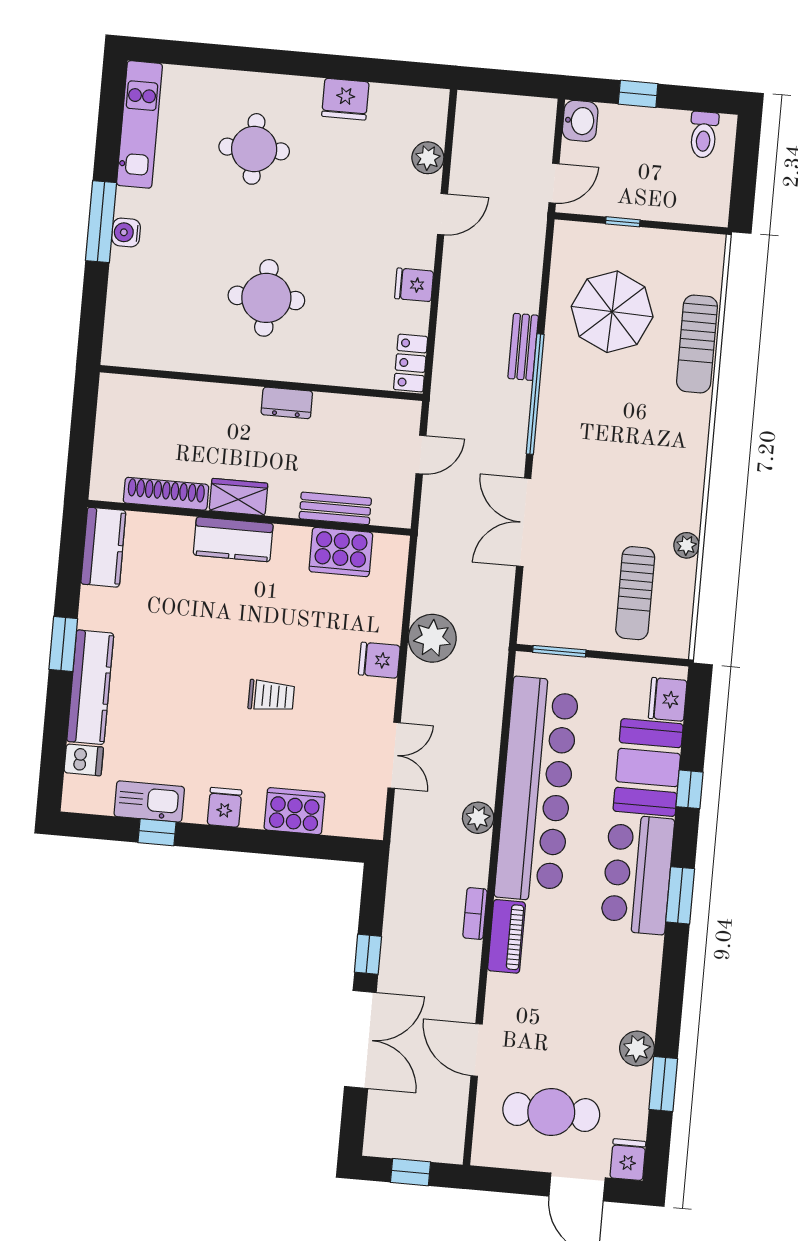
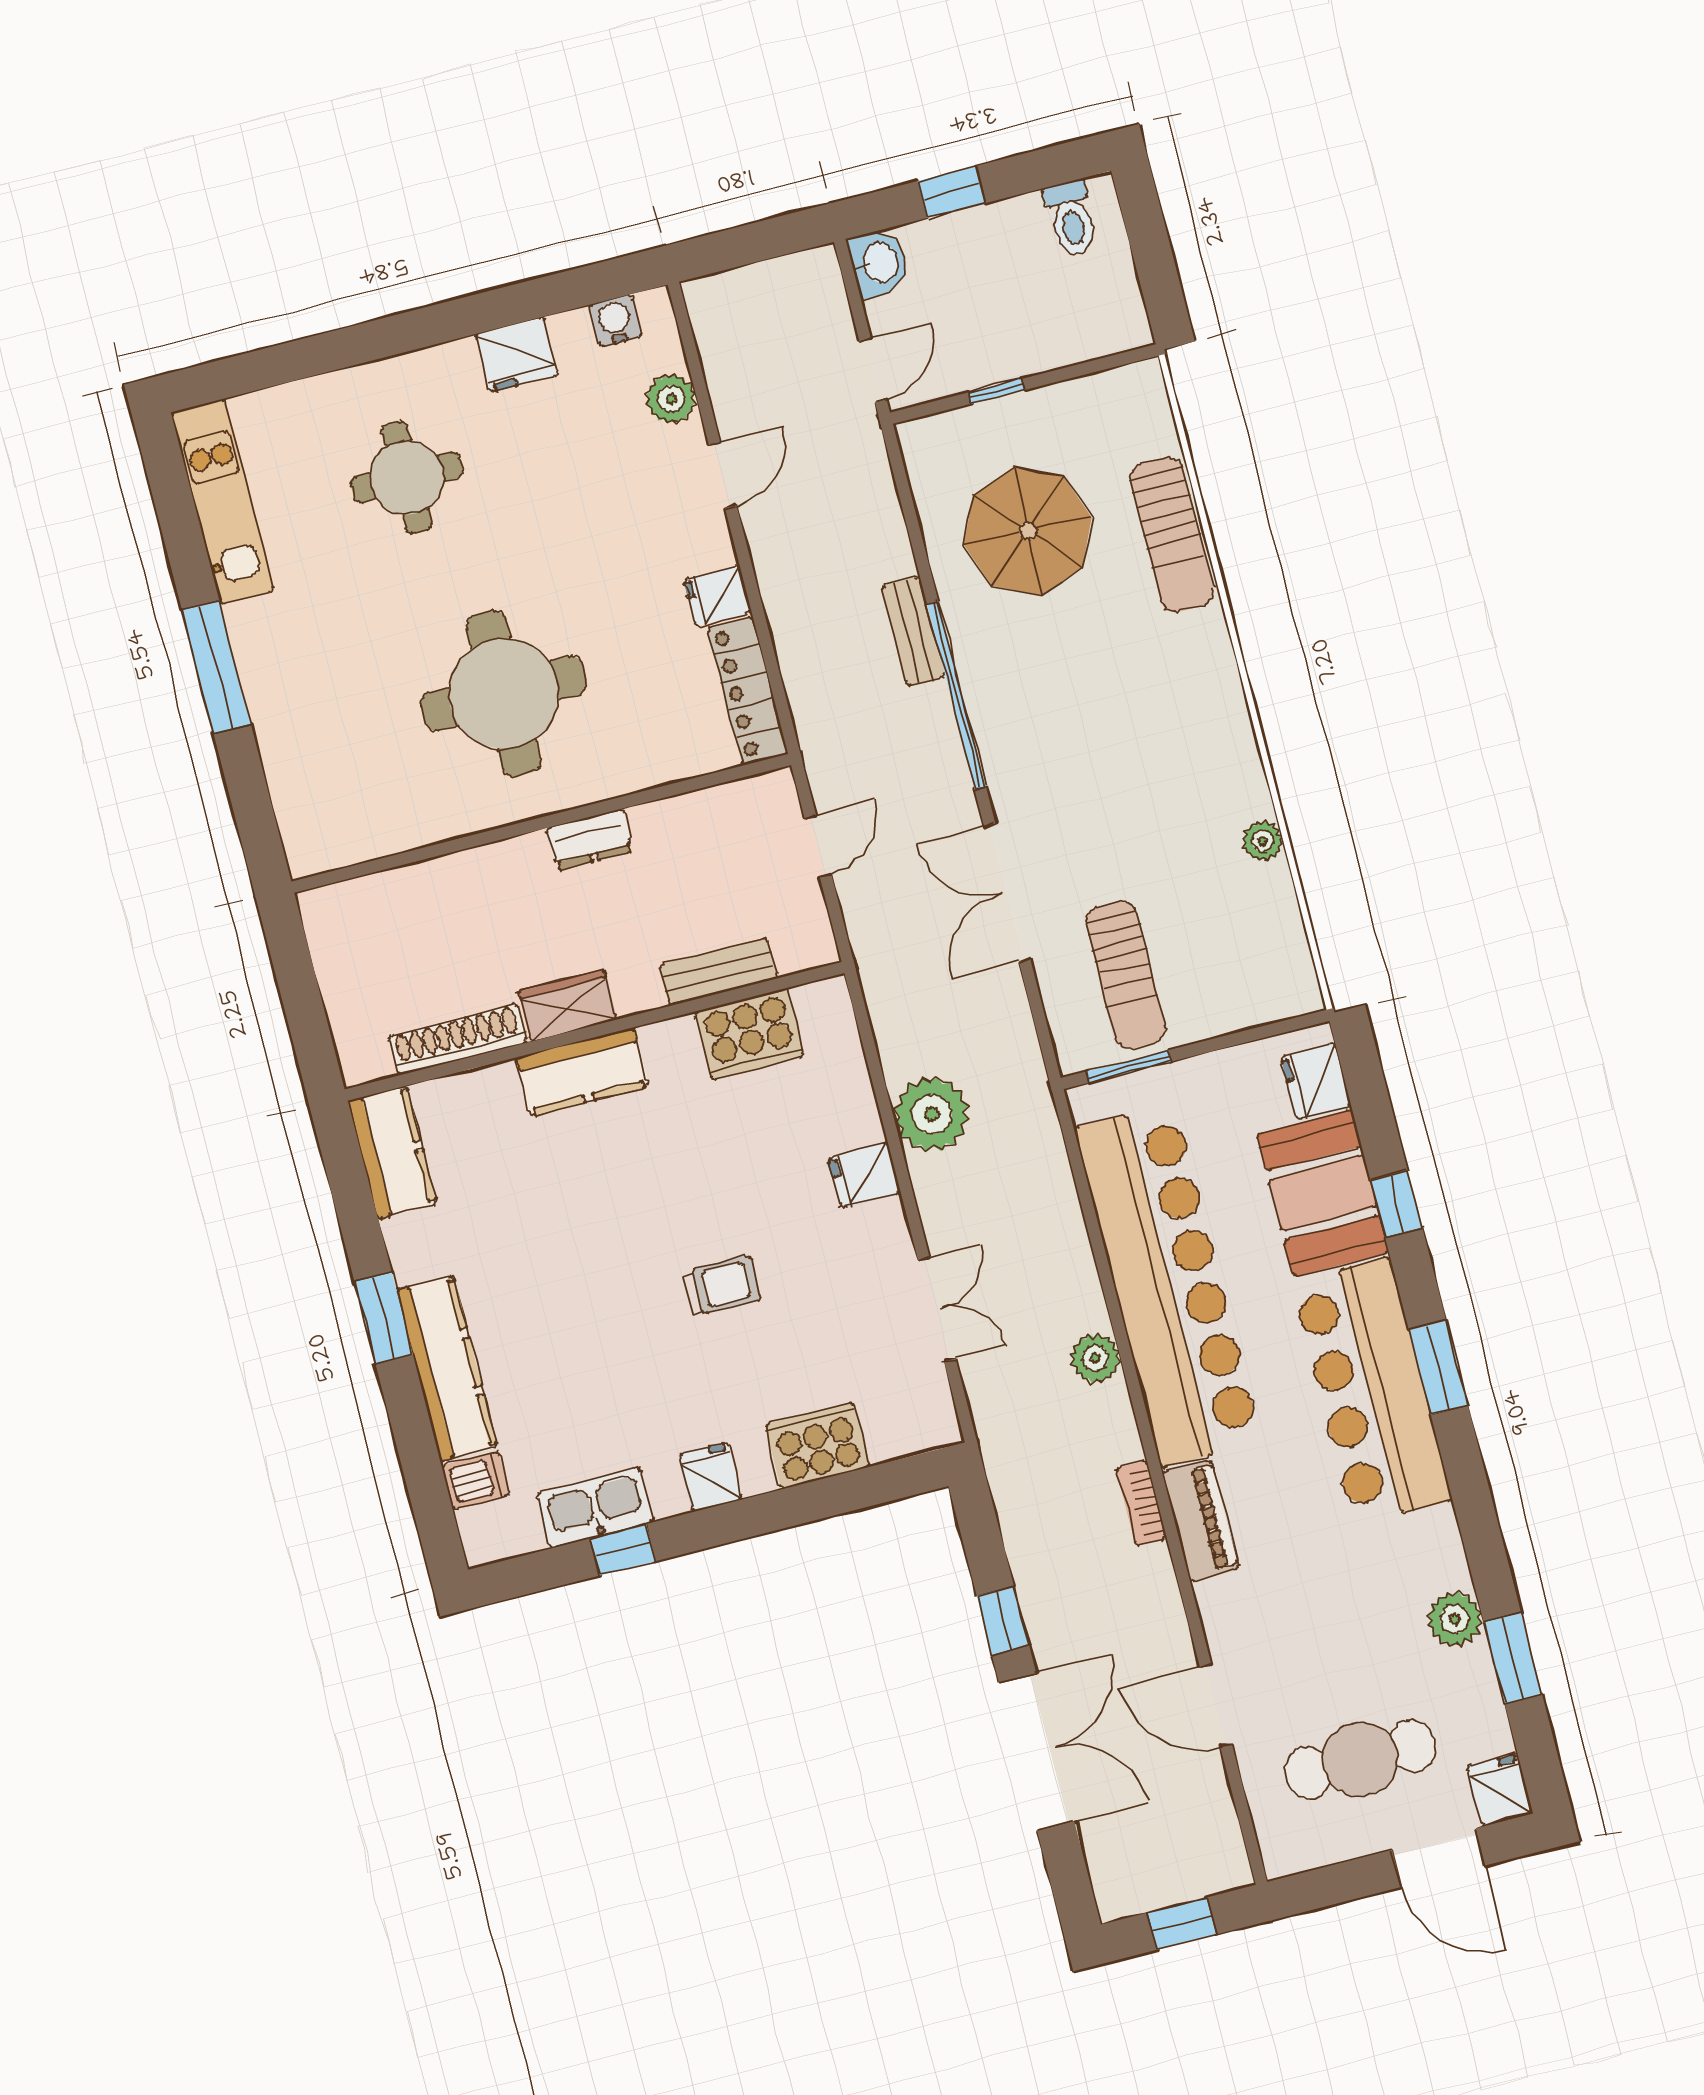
water cooler: (126, 232) -> (615, 321), moved, turned 90
round table: (266, 298) -> (504, 694), width x1.36, depth x1.36
locker: (411, 363) -> (748, 691), width x1.53
sun lounger: (635, 593) -> (1126, 975), moved
bar counter: (637, 874) -> (1372, 1391), width x1.36

